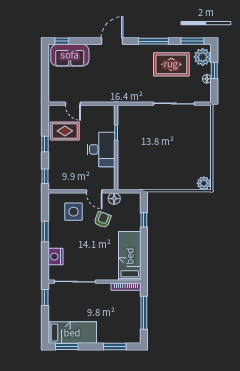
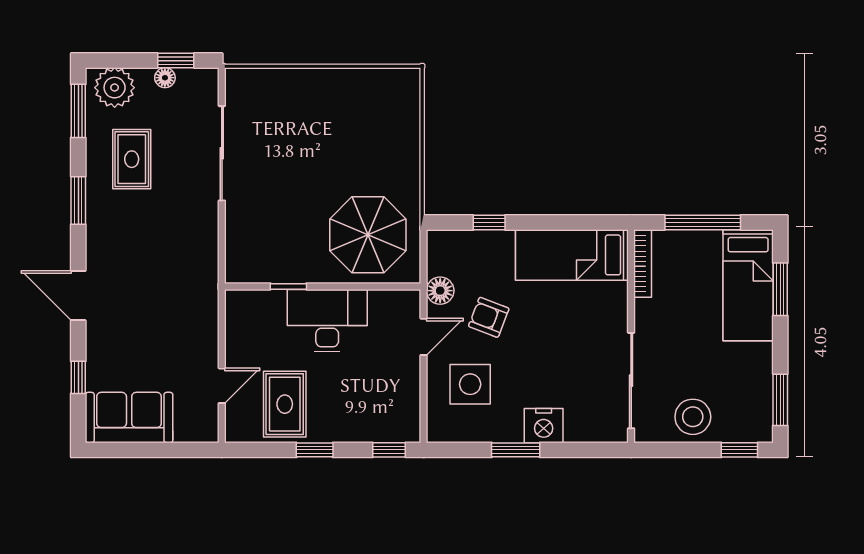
window: (62, 41) -> (78, 377), moved
window: (153, 41) -> (78, 200), width x0.69
sofa: (70, 55) -> (129, 418), moved, turned -90
rug: (171, 64) -> (132, 159), width x0.73, depth x0.70
window: (214, 70) -> (176, 61), moved
parasol: (139, 167) -> (368, 235), added
plant: (204, 183) -> (405, 85), removed
nightstand: (56, 257) -> (544, 426), moved
window: (45, 297) -> (739, 450), moved
stool: (59, 308) -> (693, 417), added
bed: (72, 333) -> (748, 285), moved, turned 180

